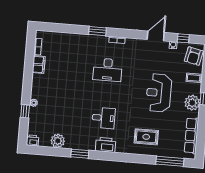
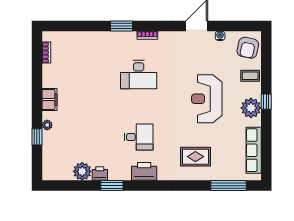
window: (183, 38) -> (232, 26), removed
filing cabinet: (39, 65) -> (49, 100), moved
printer: (32, 140) -> (100, 174), moved

